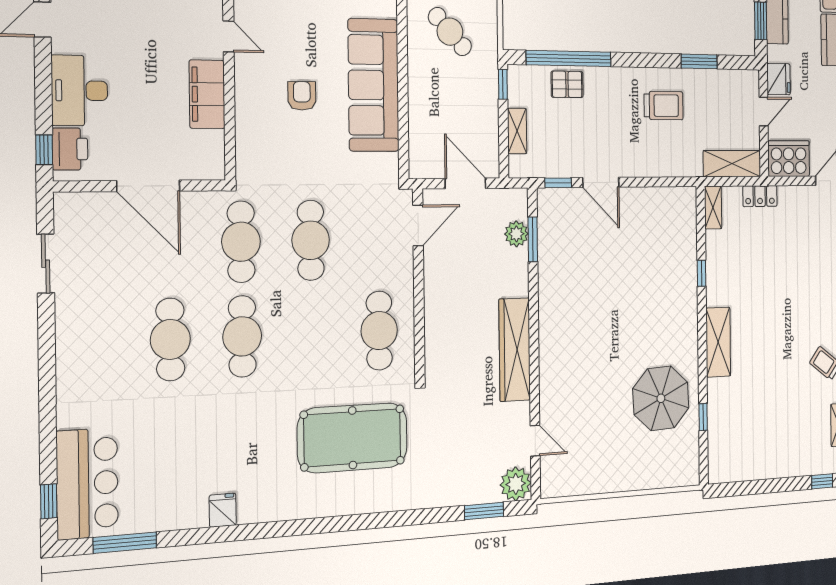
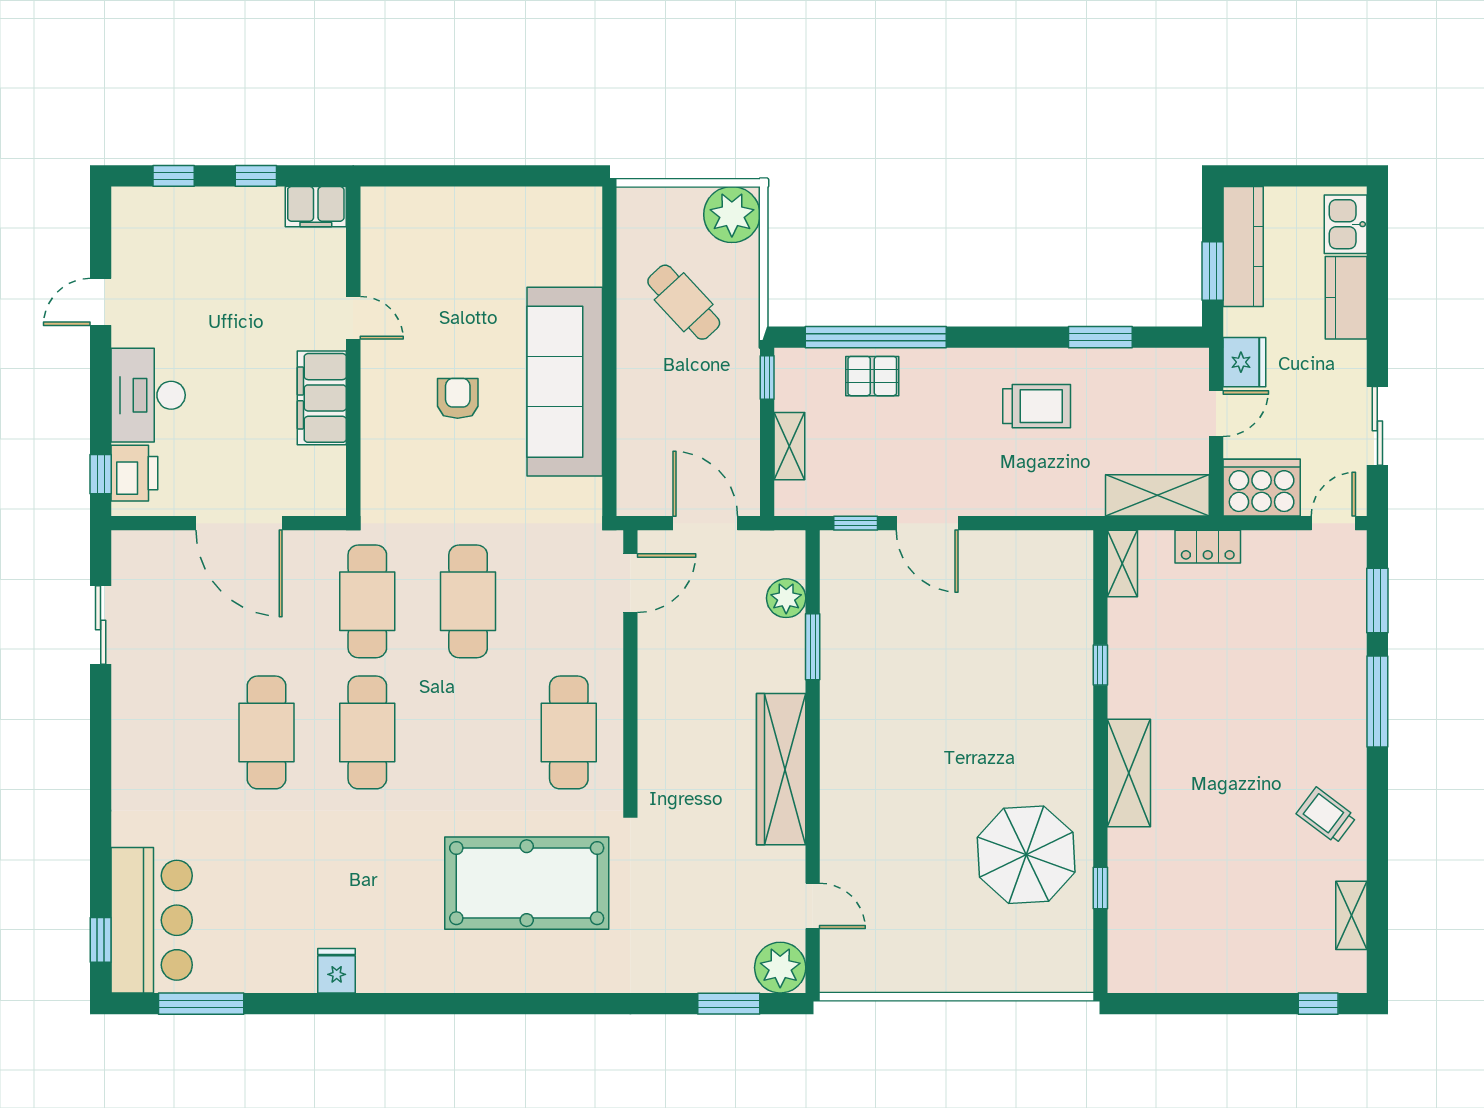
window: (533, 239) -> (813, 647), moved

